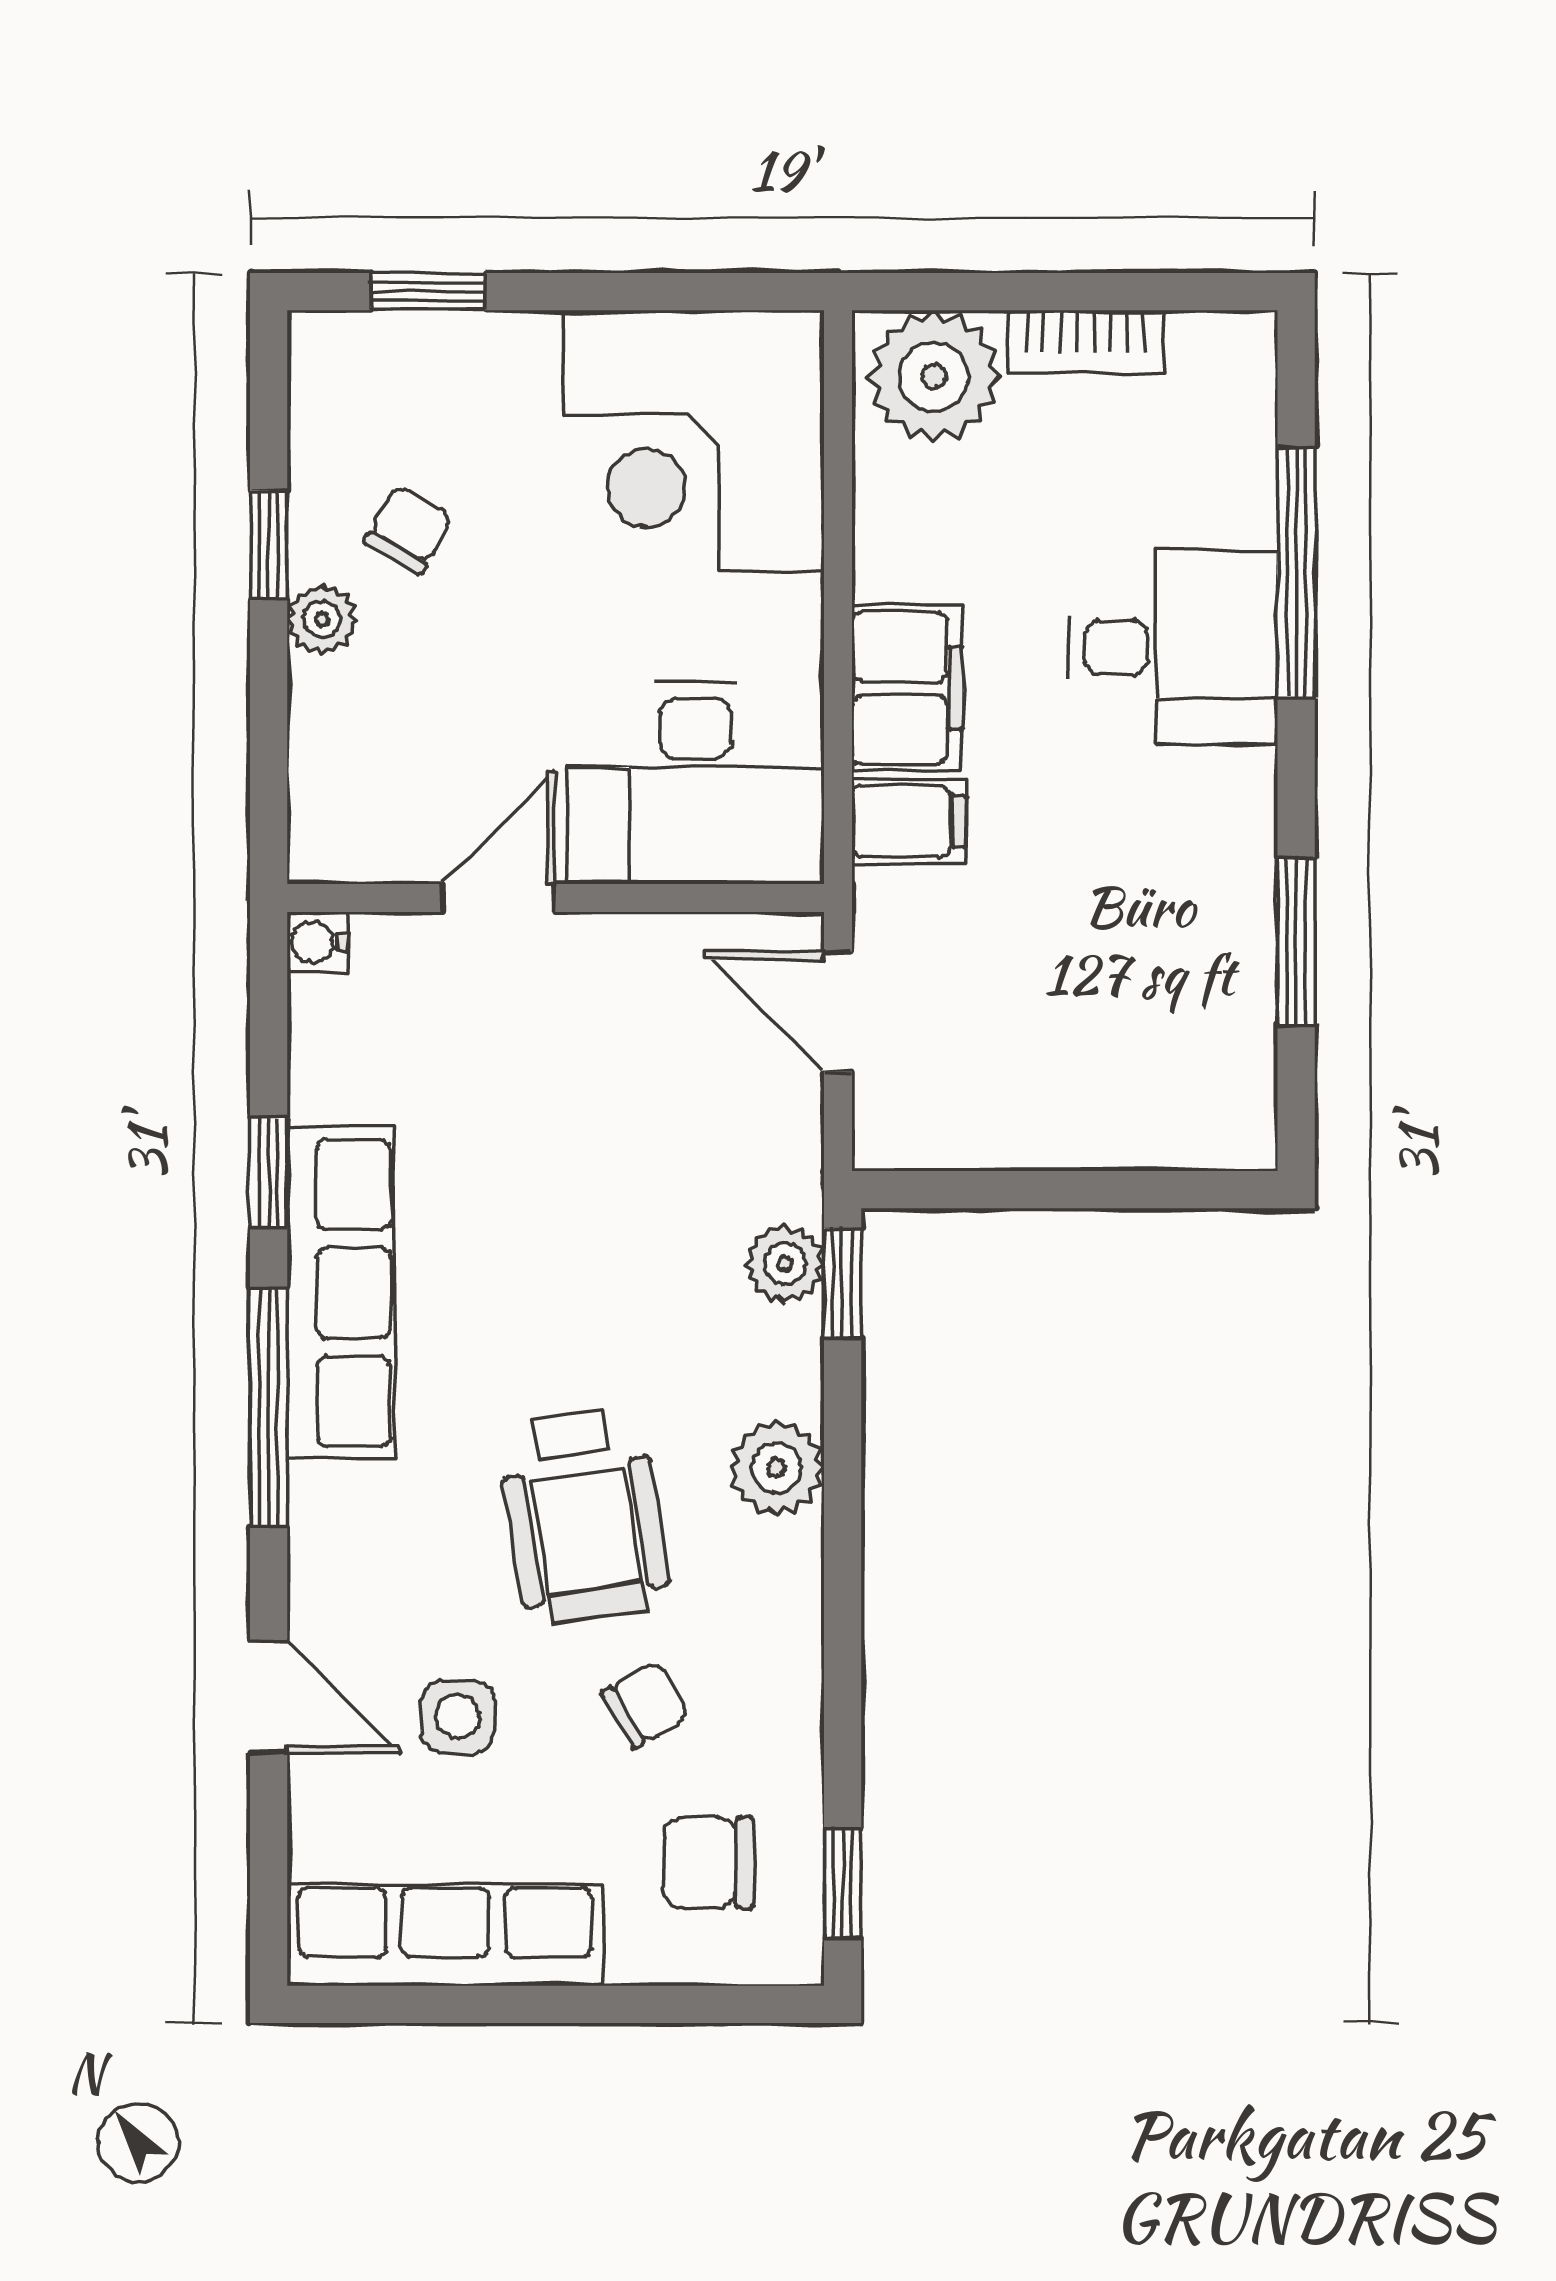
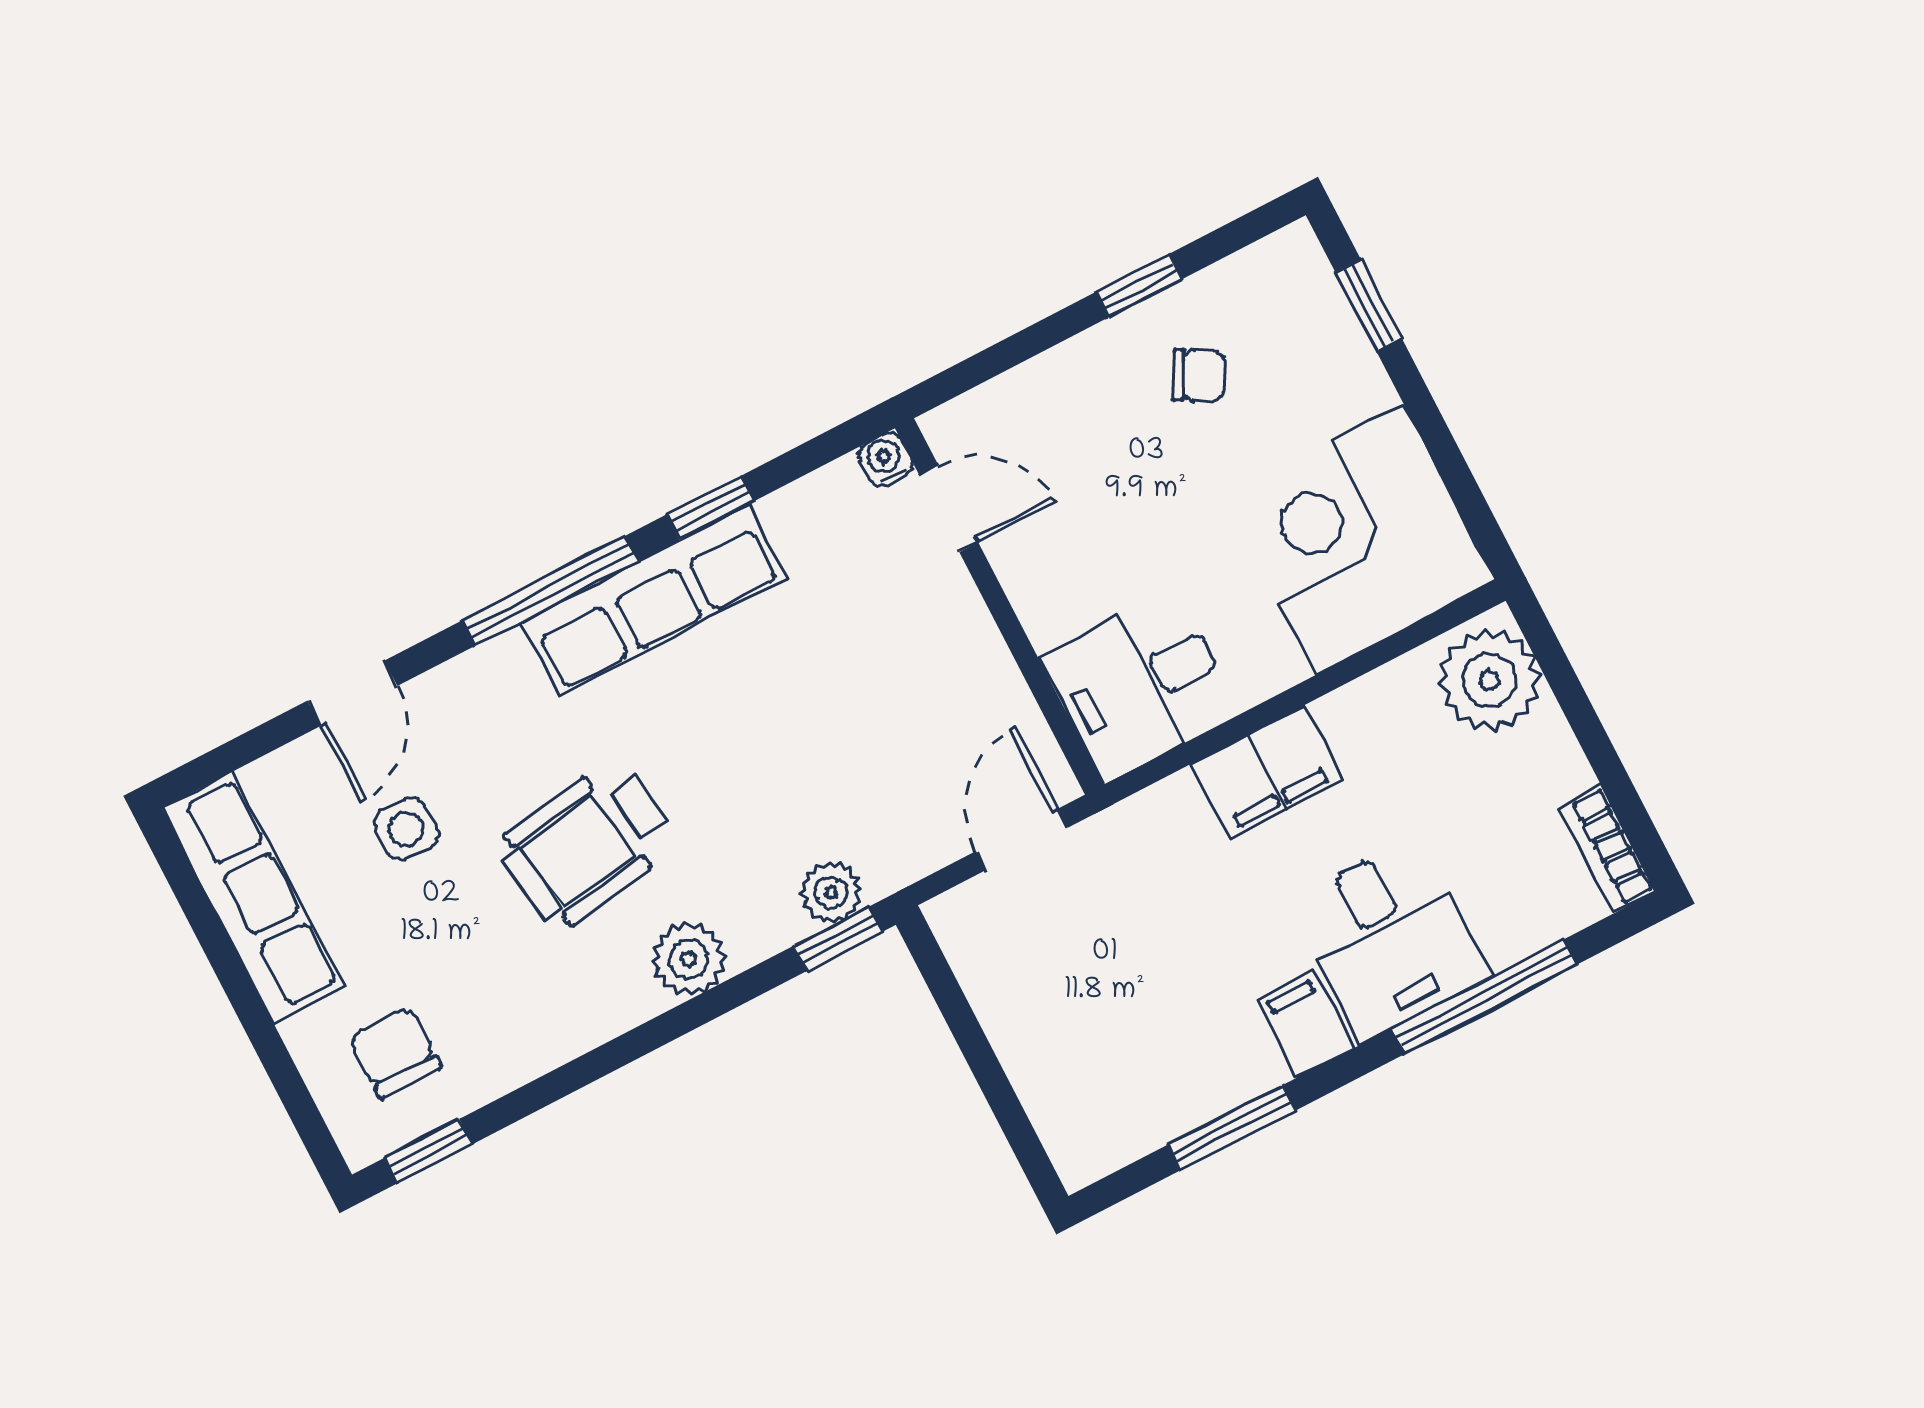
bookcase: (1086, 341) -> (1607, 849), moved
plant: (322, 619) -> (1107, 348), removed
desk: (696, 783) -> (1140, 685), width x0.73
filing cabinet: (909, 821) -> (1305, 1024), moved, turned 180
door: (498, 898) -> (949, 509), moved
chair: (645, 1705) -> (481, 953), removed

